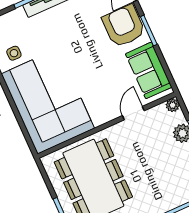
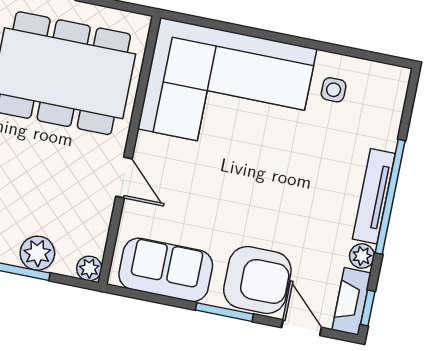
door: (133, 113) -> (124, 177), moved

